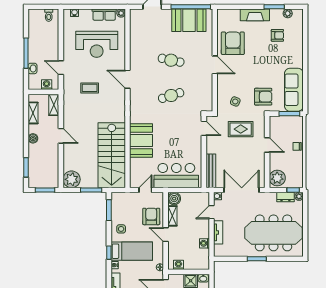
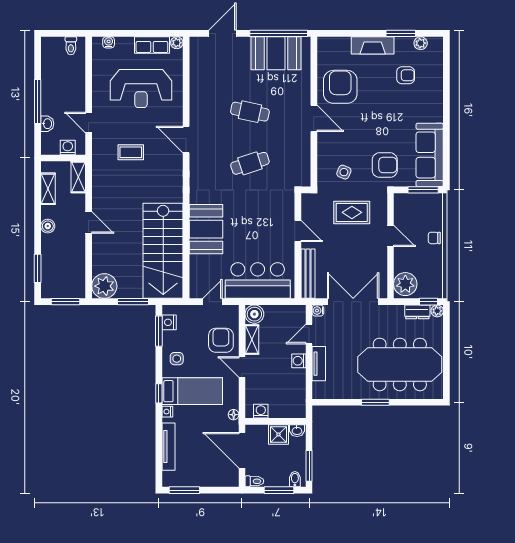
door: (204, 128) -> (298, 231), moved
nightstand: (116, 204) -> (169, 322), added
washing machine: (204, 243) -> (299, 361), moved

